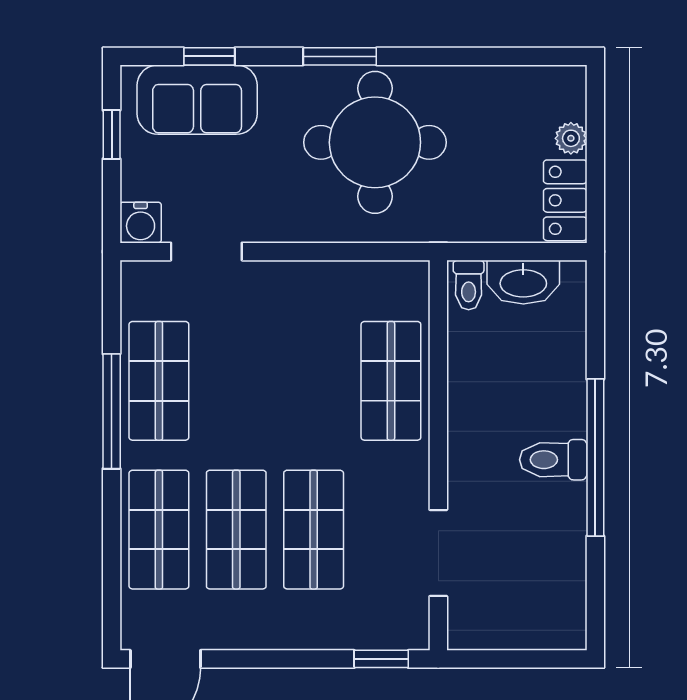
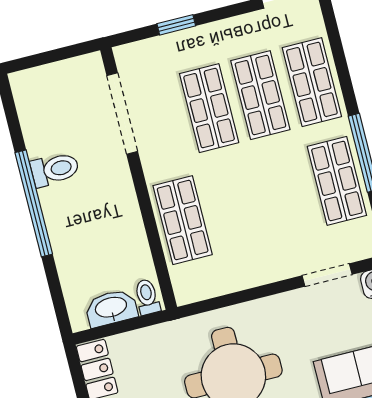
toilet: (553, 460) -> (55, 169), moved
doorway: (438, 553) -> (122, 114), width x1.36
window: (381, 659) -> (176, 25), moved

